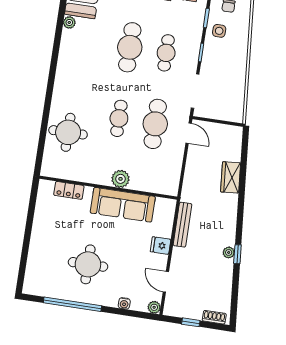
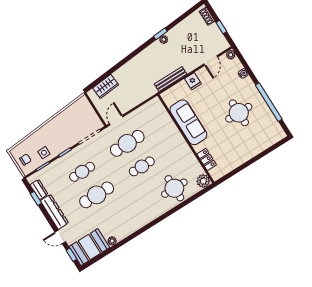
wardrobe: (231, 177) -> (106, 86), moved
plant: (120, 179) -> (203, 181), moved

